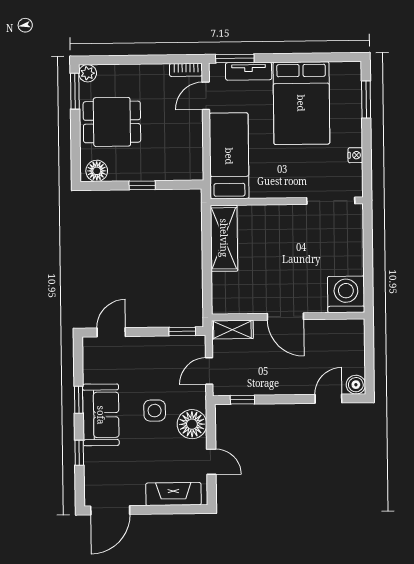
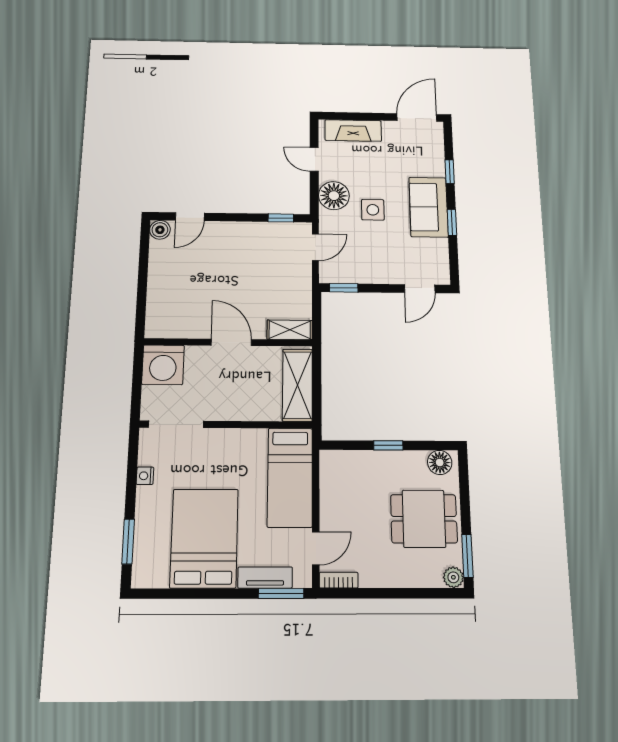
washing machine: (346, 294) -> (163, 365), moved
door: (285, 316) -> (231, 342), moved
wall: (288, 316) -> (228, 342), moved
shelving: (232, 330) -> (290, 330), moved

